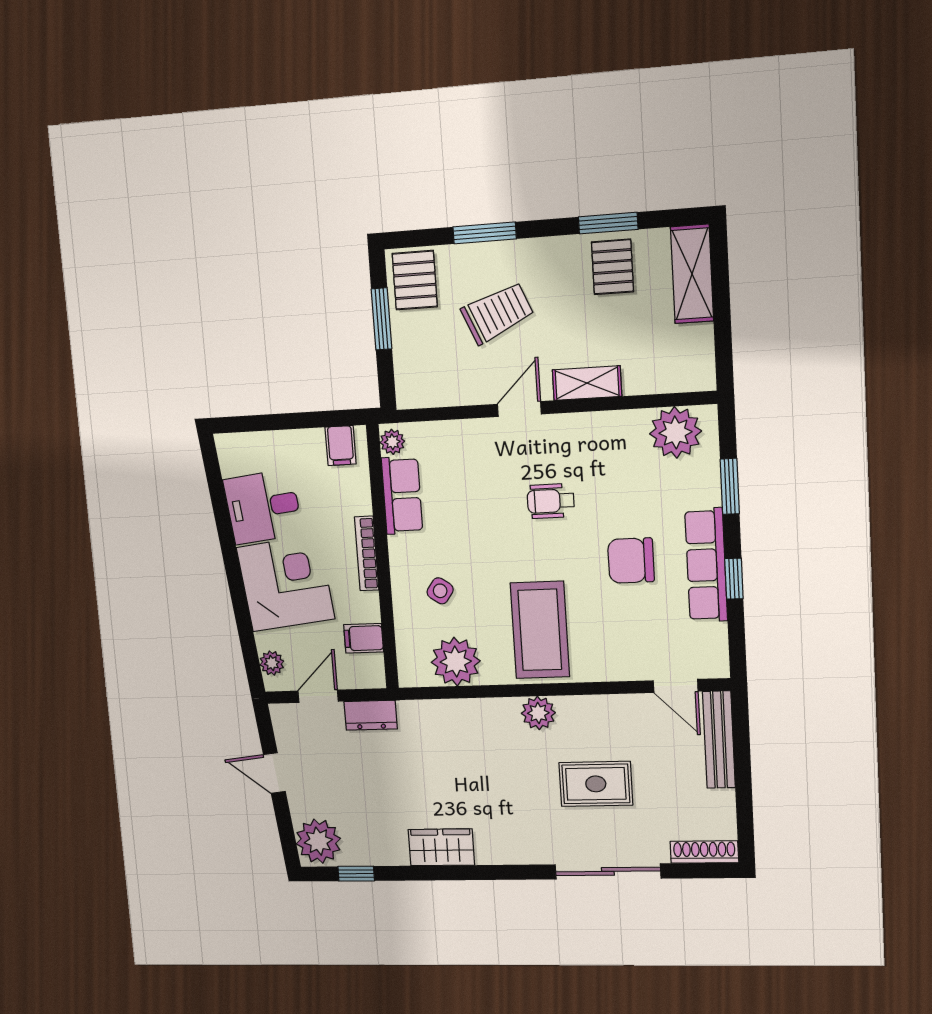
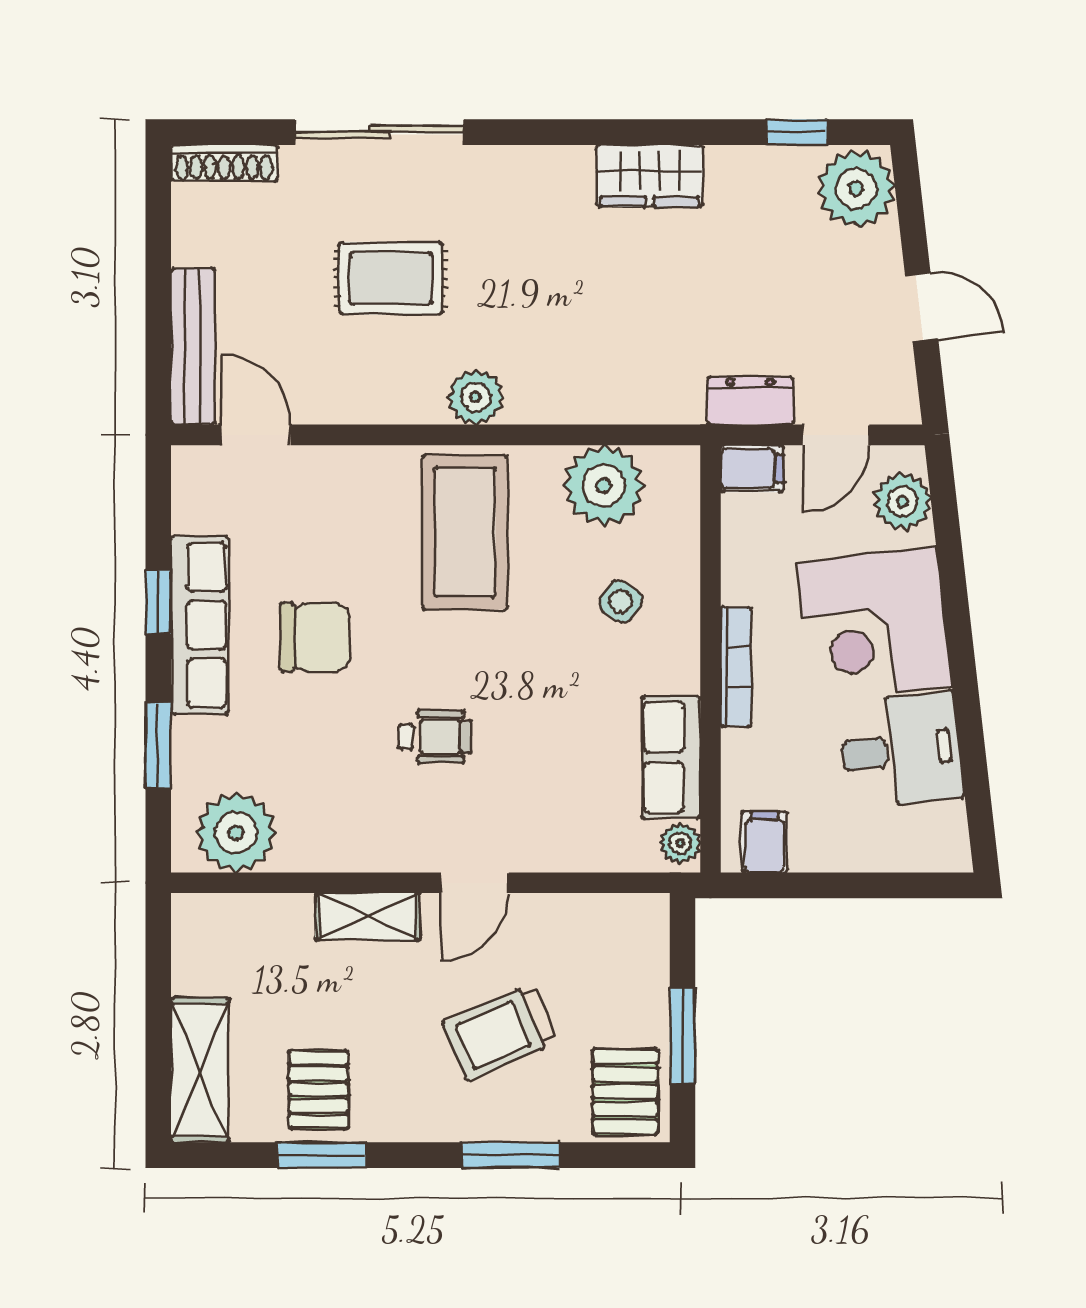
filing cabinet: (364, 638) -> (752, 469), moved
plant: (272, 663) -> (902, 501), width x1.38, depth x1.38

